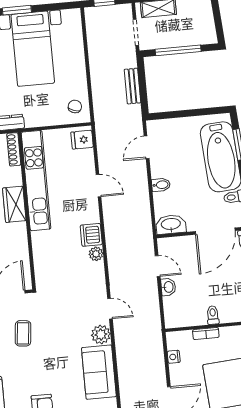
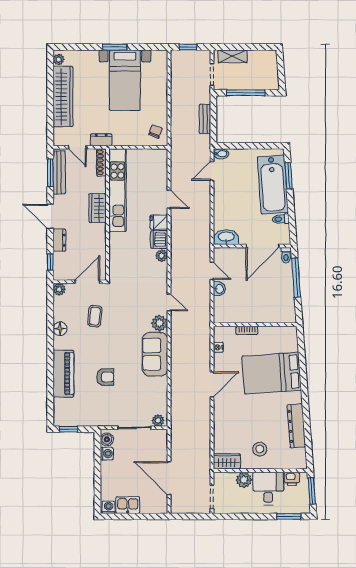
fridge: (82, 140) -> (159, 222), moved
bidet: (161, 185) -> (221, 154), moved
toilet: (213, 315) -> (254, 316), removed

